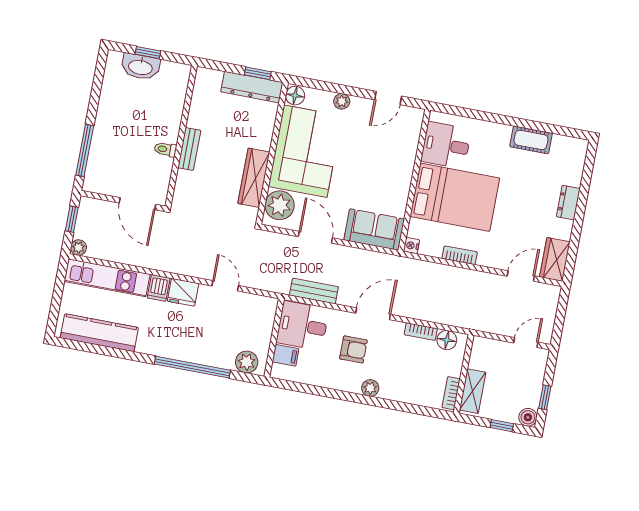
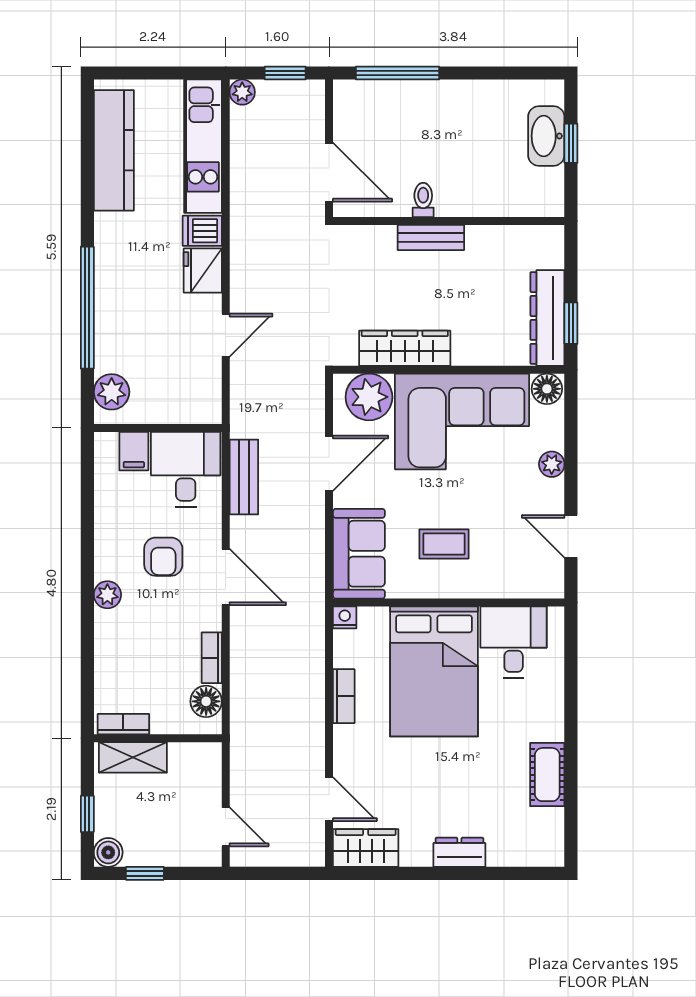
coffee table: (378, 176) -> (444, 544), added
door: (137, 204) -> (329, 172), swing flipped

